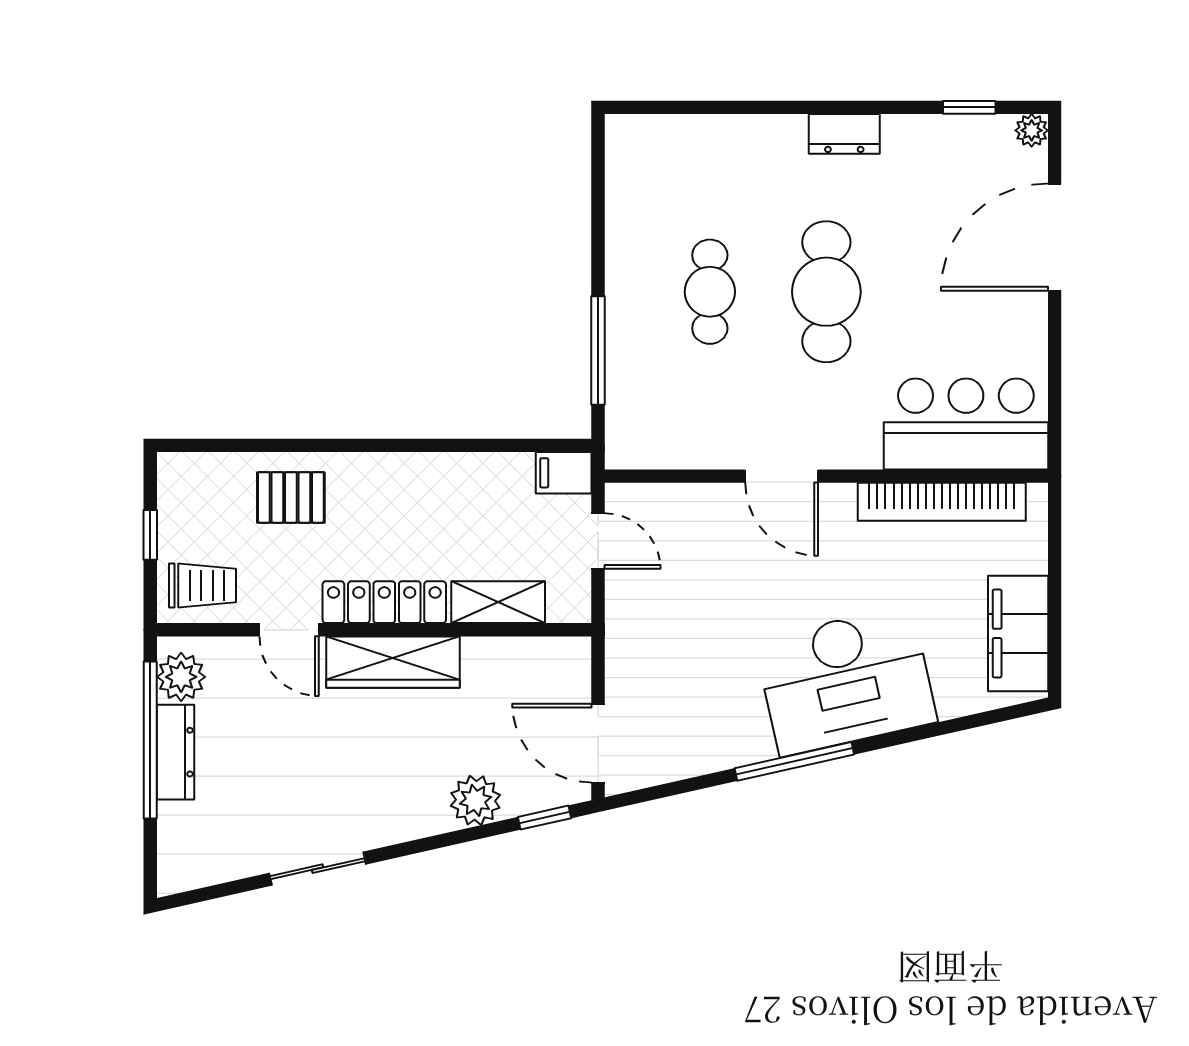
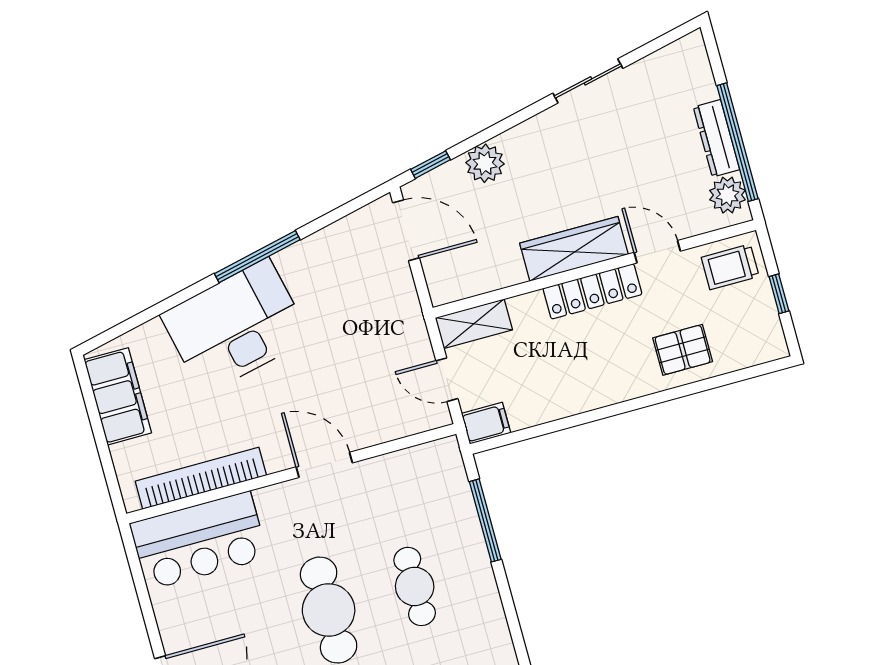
shelving: (498, 602) -> (474, 324), moved

